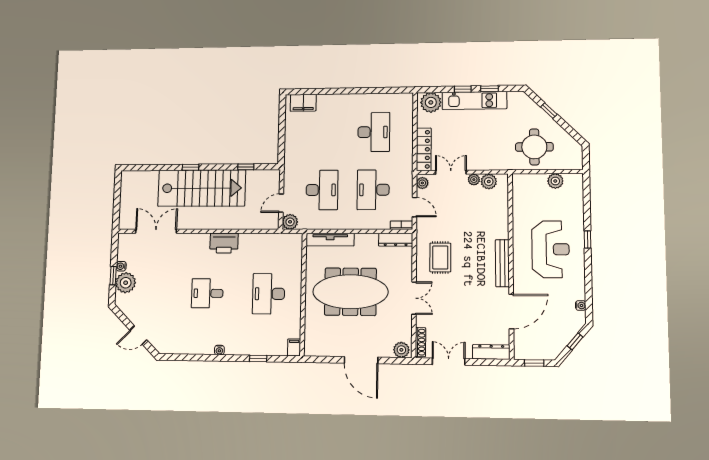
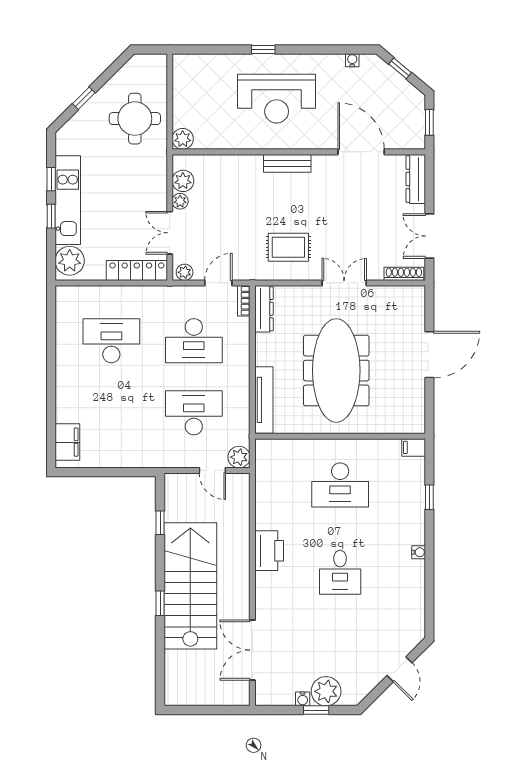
plant: (555, 181) -> (183, 139), moved
reception desk: (551, 249) -> (277, 99), turned 180
bench: (502, 263) -> (287, 163), width x0.73
plant: (401, 350) -> (415, 300), removed

